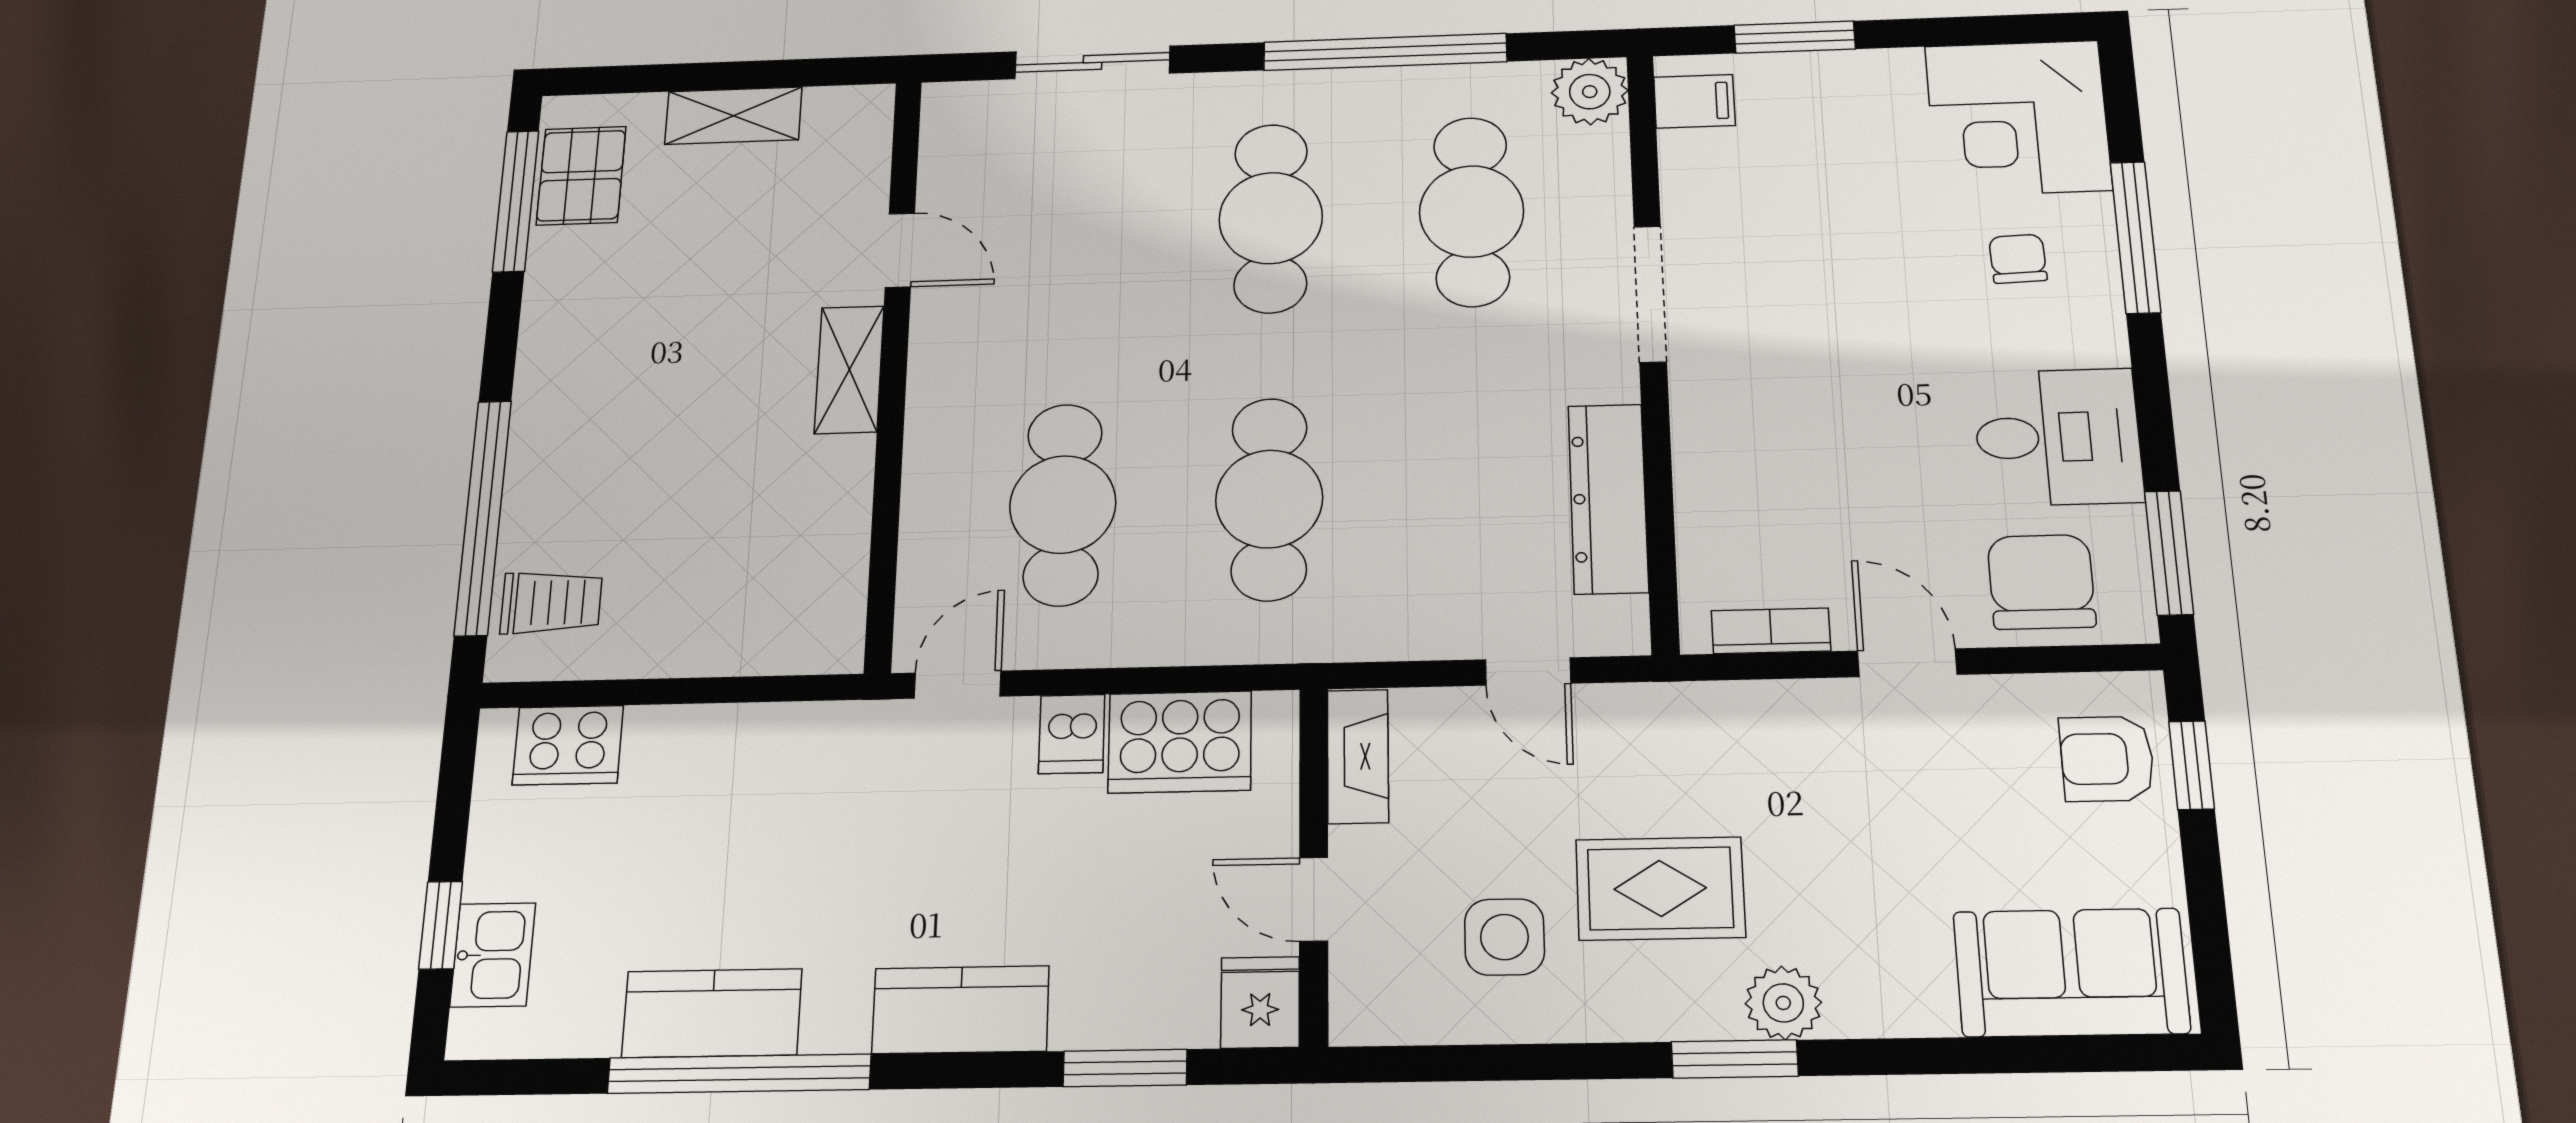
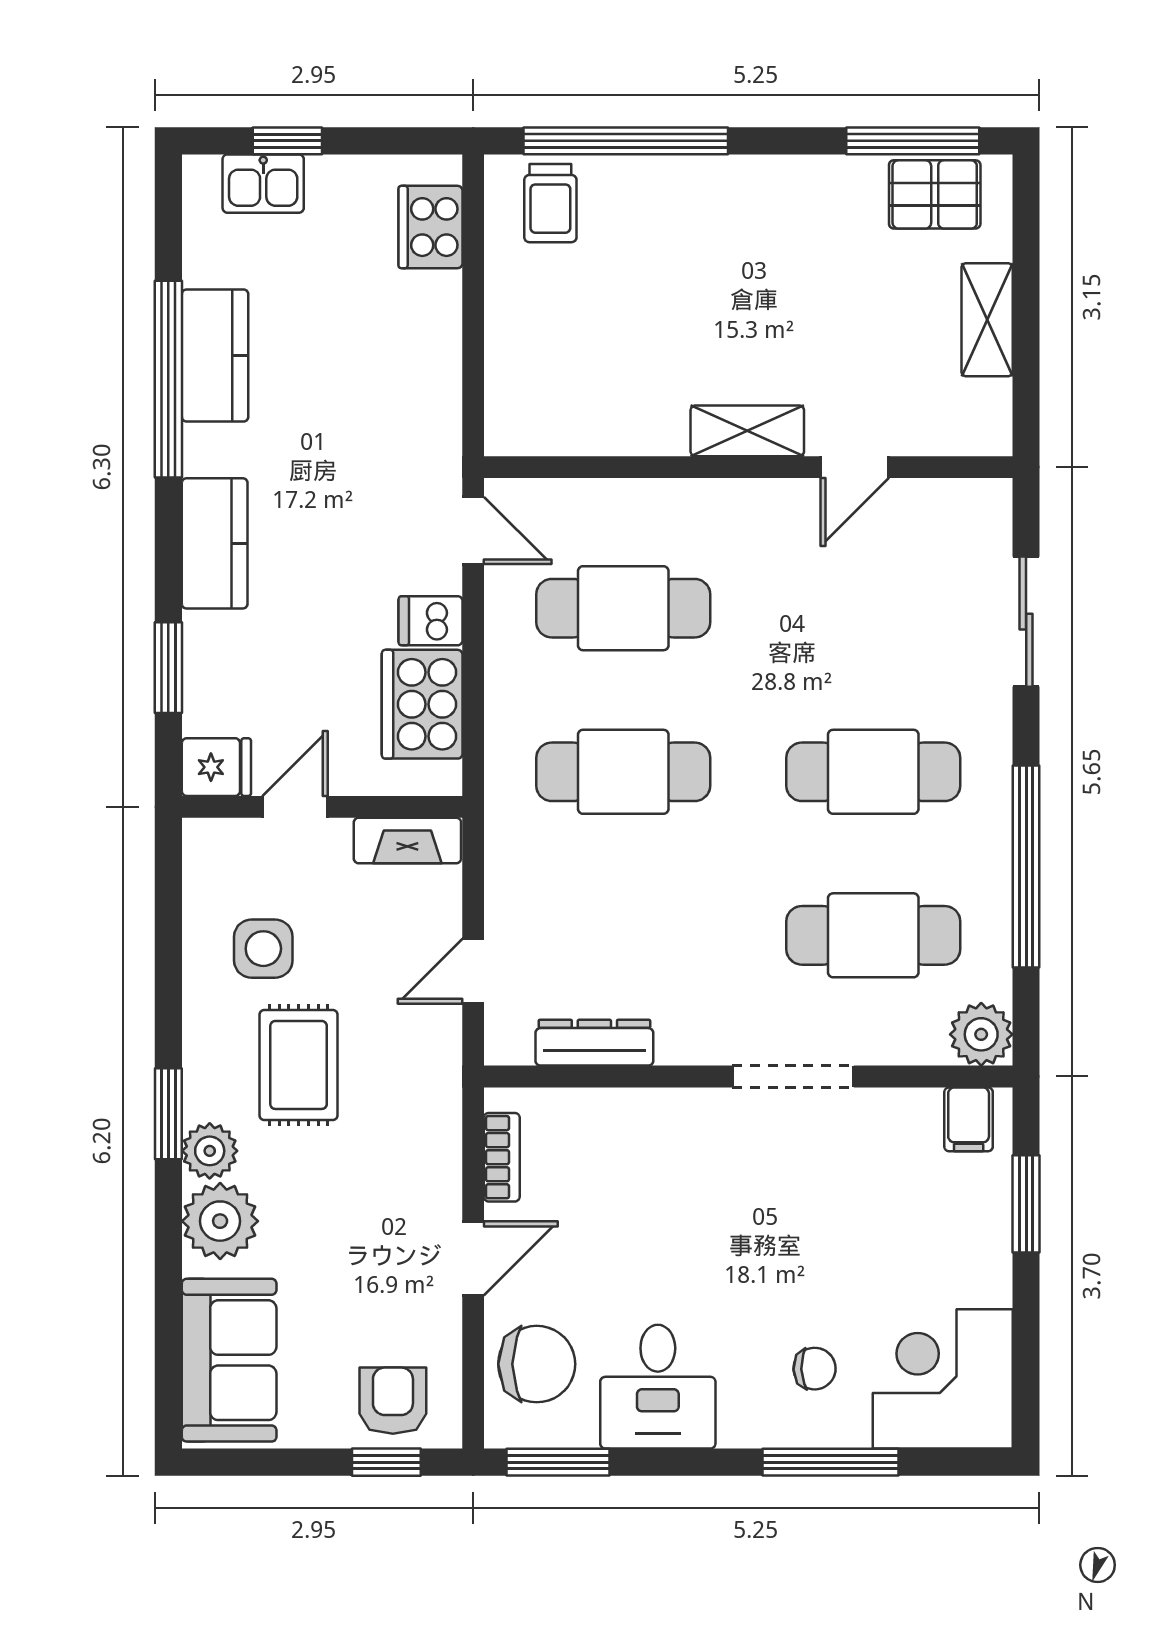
dresser: (1608, 498) -> (594, 1043), width x0.73, depth x0.80
plant: (1879, 988) -> (220, 1221), added

